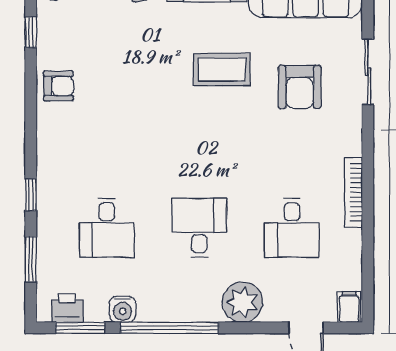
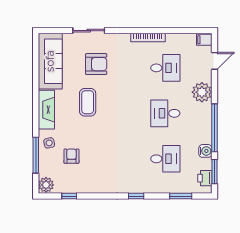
armchair: (58, 86) -> (71, 156), moved
window: (31, 195) -> (136, 196), moved

